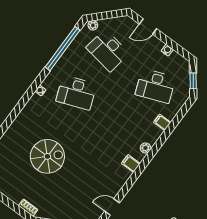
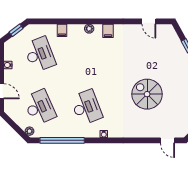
desk: (108, 50) -> (40, 107), turned -33

